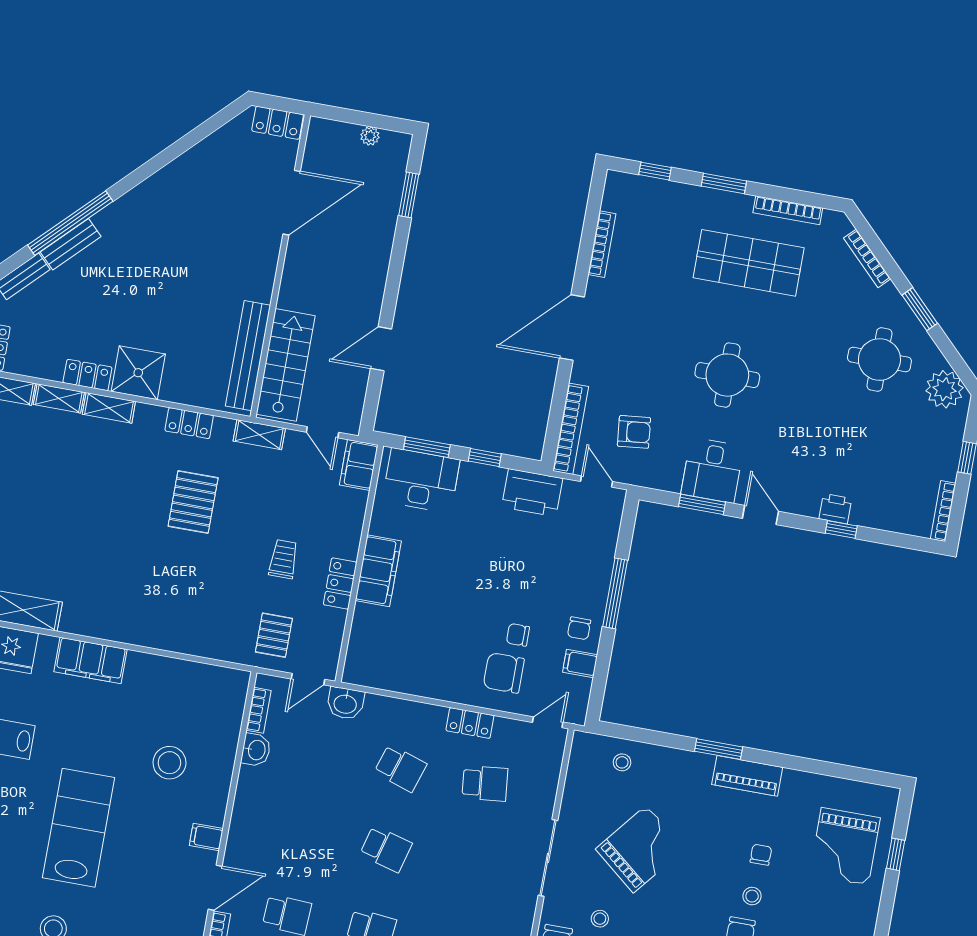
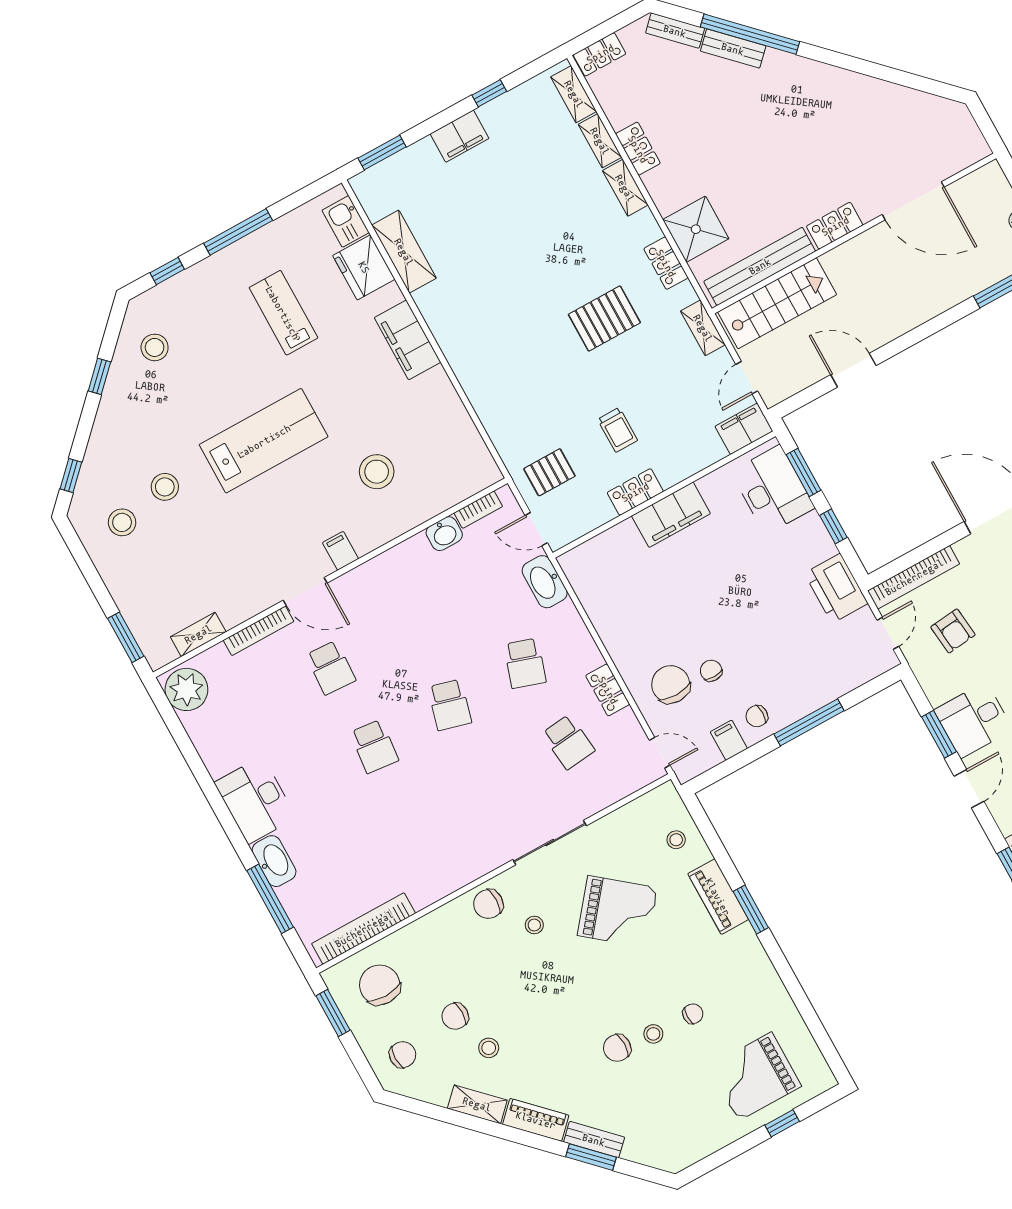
locker: (278, 123) -> (835, 226), moved, turned 90
shower: (138, 373) -> (696, 229), moved
trolley: (283, 559) -> (618, 430), turned 90
washbasin: (345, 703) -> (545, 582), width x1.38
piano: (747, 776) -> (718, 897), moved

